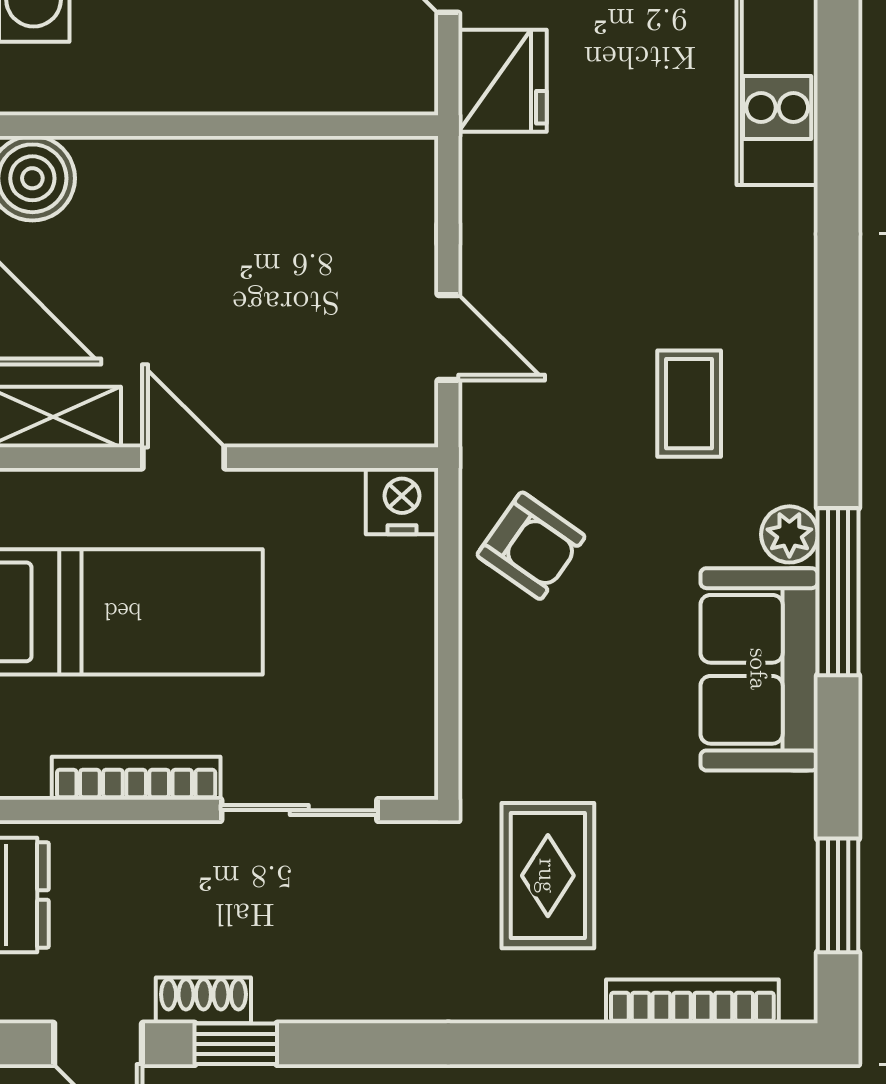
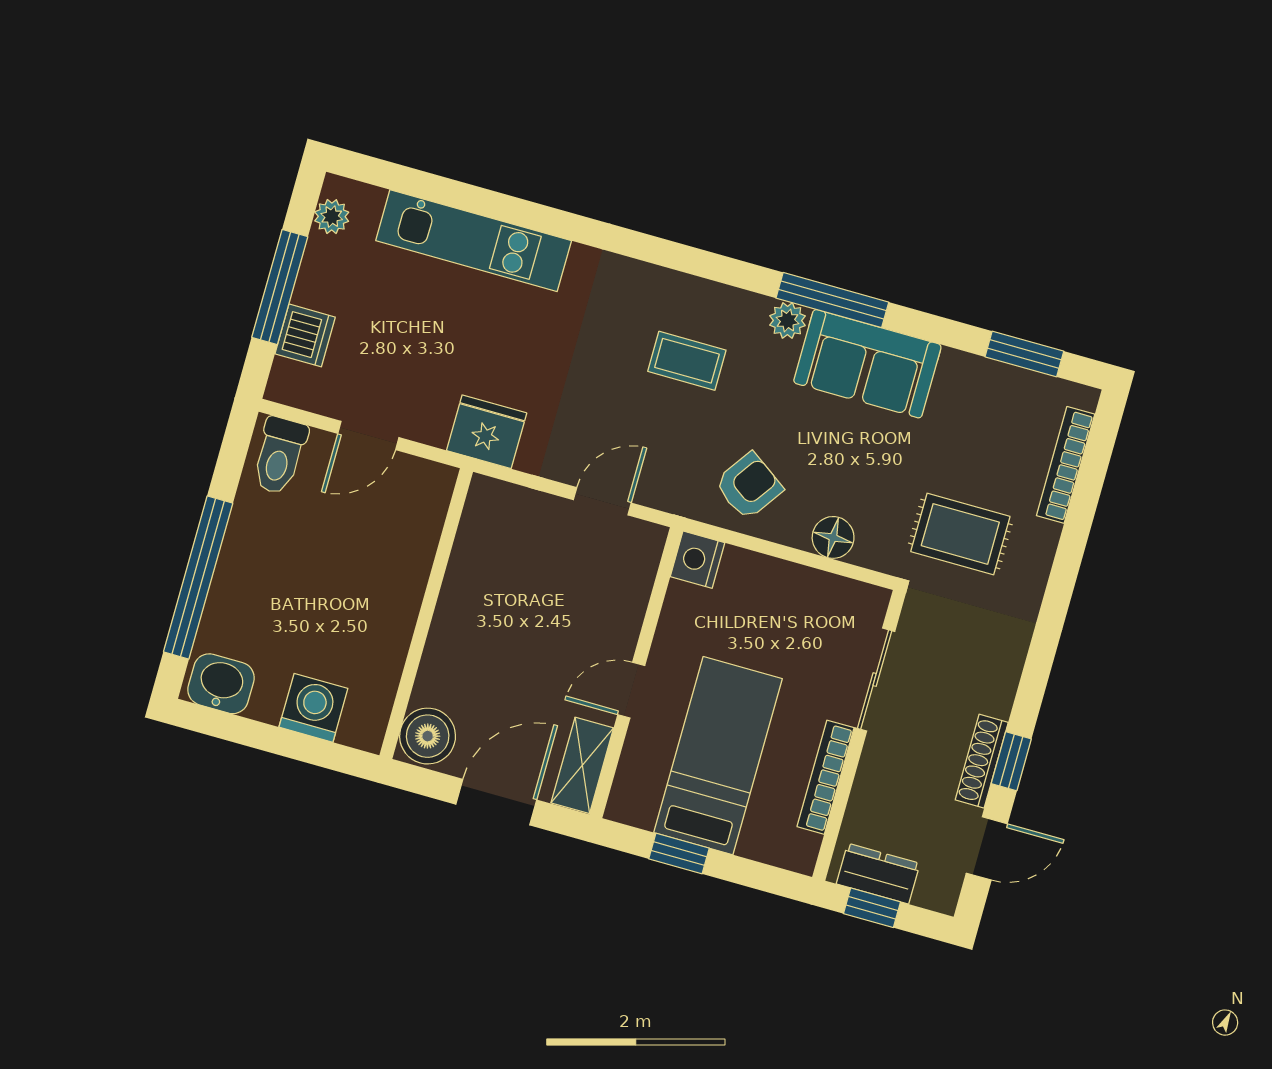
fridge: (503, 81) -> (487, 432), moved
floor lamp: (490, 691) -> (833, 537), added
shoe rack: (203, 1000) -> (982, 761), width x1.43

